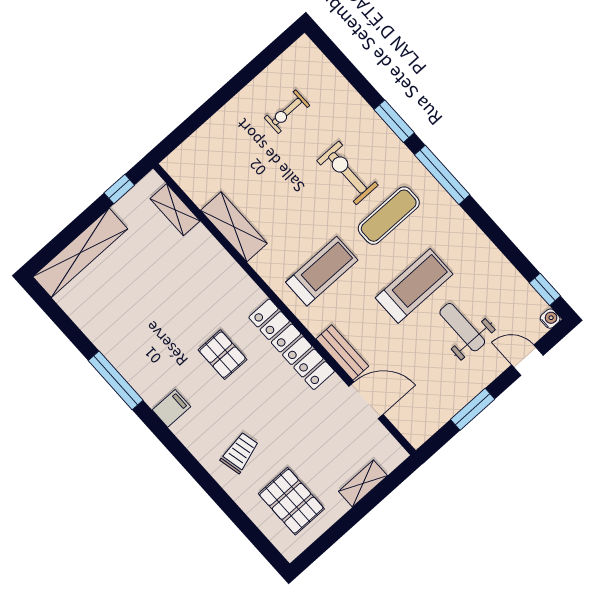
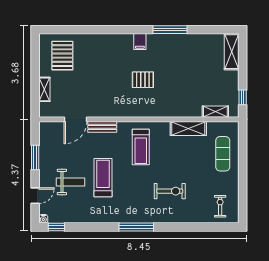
exercise bike: (287, 112) -> (220, 206), moved
window: (394, 121) -> (174, 227), removed
exercise mat: (389, 216) -> (223, 154), moved
shelving: (80, 253) -> (232, 52), width x0.68
treadmill: (414, 286) -> (103, 178), turned 180
locker: (292, 344) -> (123, 110), removed
trolley: (240, 453) -> (99, 52), removed
pallet: (291, 501) -> (62, 56), turned 90

